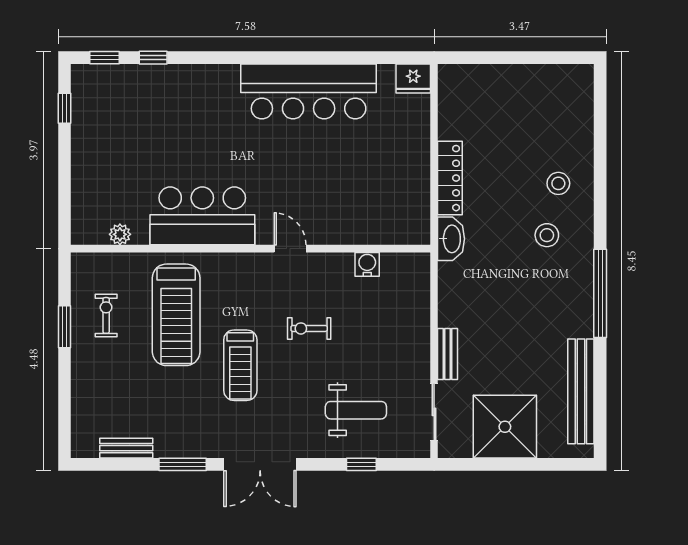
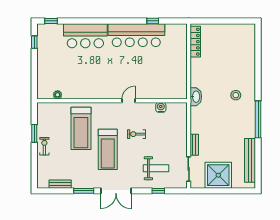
window: (153, 58) -> (153, 21), moved
fridge: (413, 79) -> (180, 30), removed
locker: (450, 178) -> (195, 42), moved
stool: (558, 183) -> (241, 74), removed
bar counter: (202, 216) -> (85, 36), moved, turned 180
door: (290, 249) -> (129, 101), hinge flipped
exercise bike: (106, 315) -> (44, 146), moved
treadmill: (240, 365) -> (108, 149), width x1.37, depth x1.38

